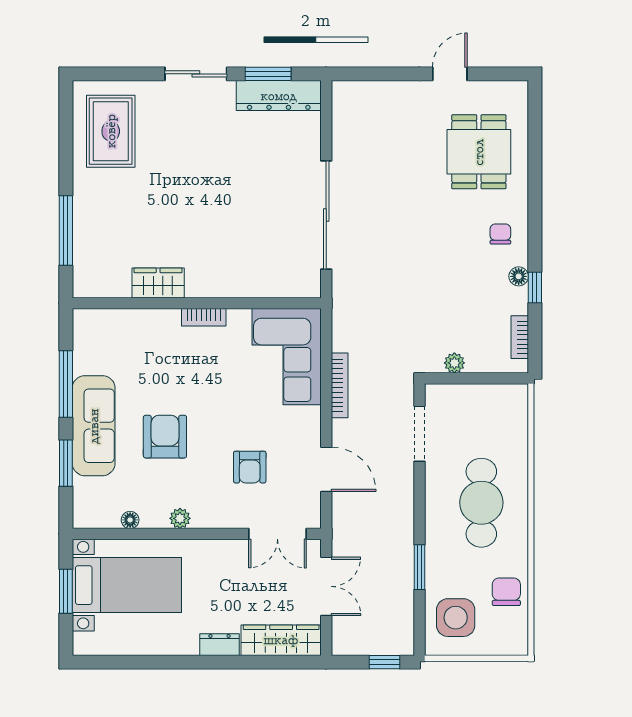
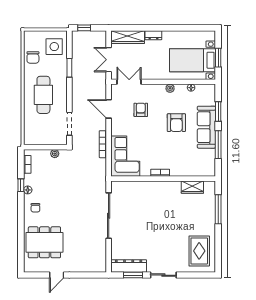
dining table: (479, 152) -> (44, 242), width x1.38
wardrobe: (158, 283) -> (192, 187), moved

